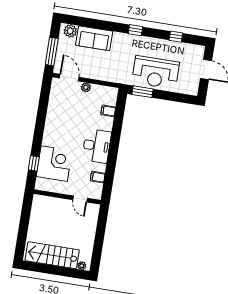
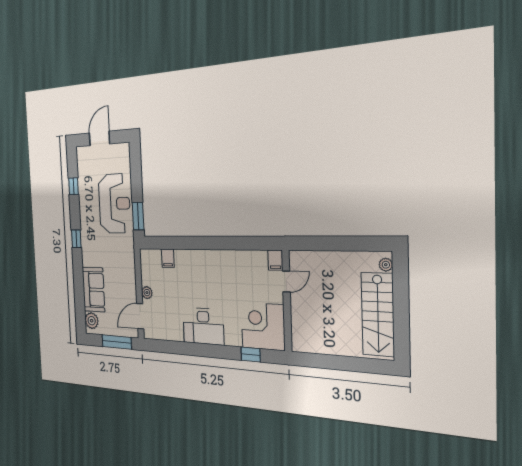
desk: (97, 146) -> (203, 326), moved, turned 180
corner desk: (54, 164) -> (263, 326), moved
filing cabinet: (98, 177) -> (275, 260), moved

